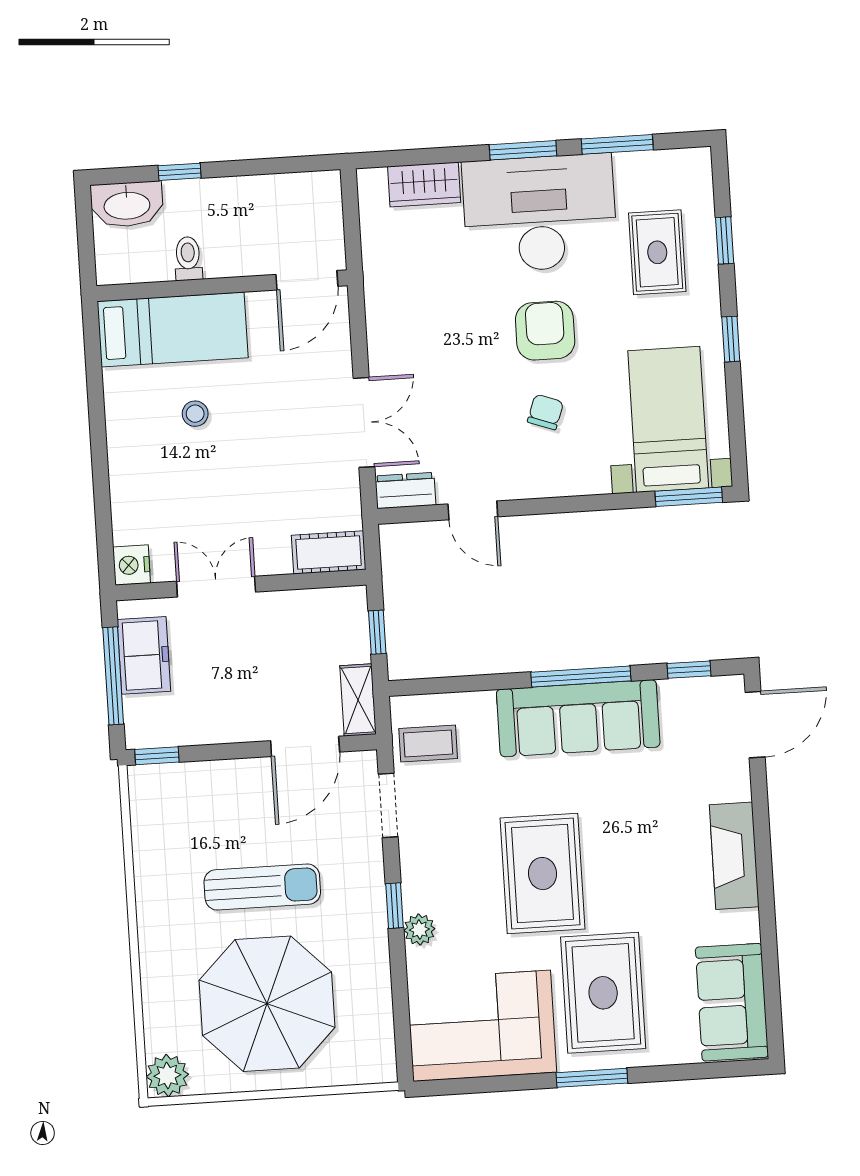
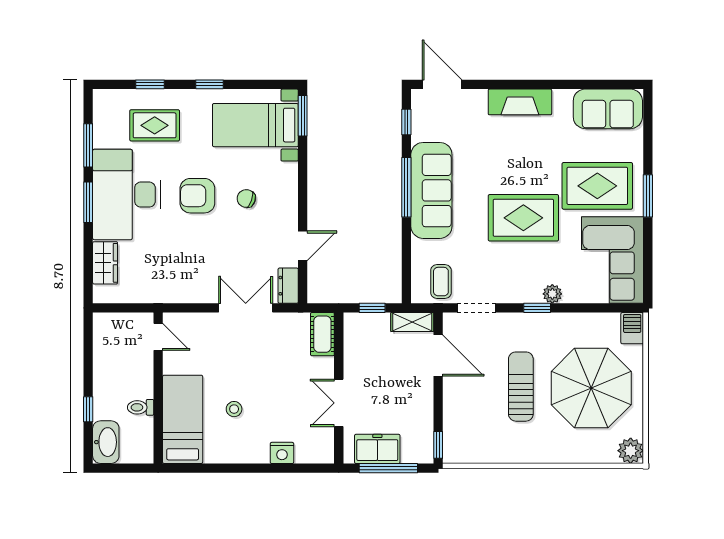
door: (307, 280) -> (158, 337), width x0.73
nightstand: (132, 565) -> (282, 453), moved
barbecue: (371, 1066) -> (632, 328), added

